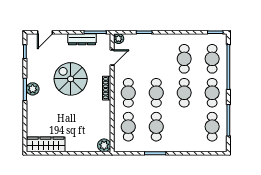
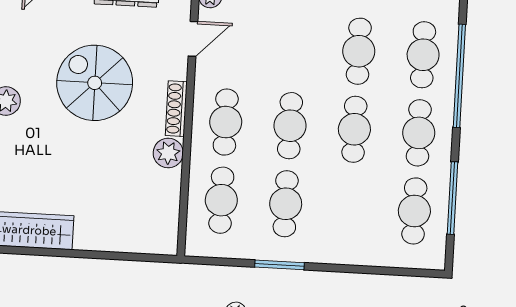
plant: (104, 145) -> (168, 153), moved

